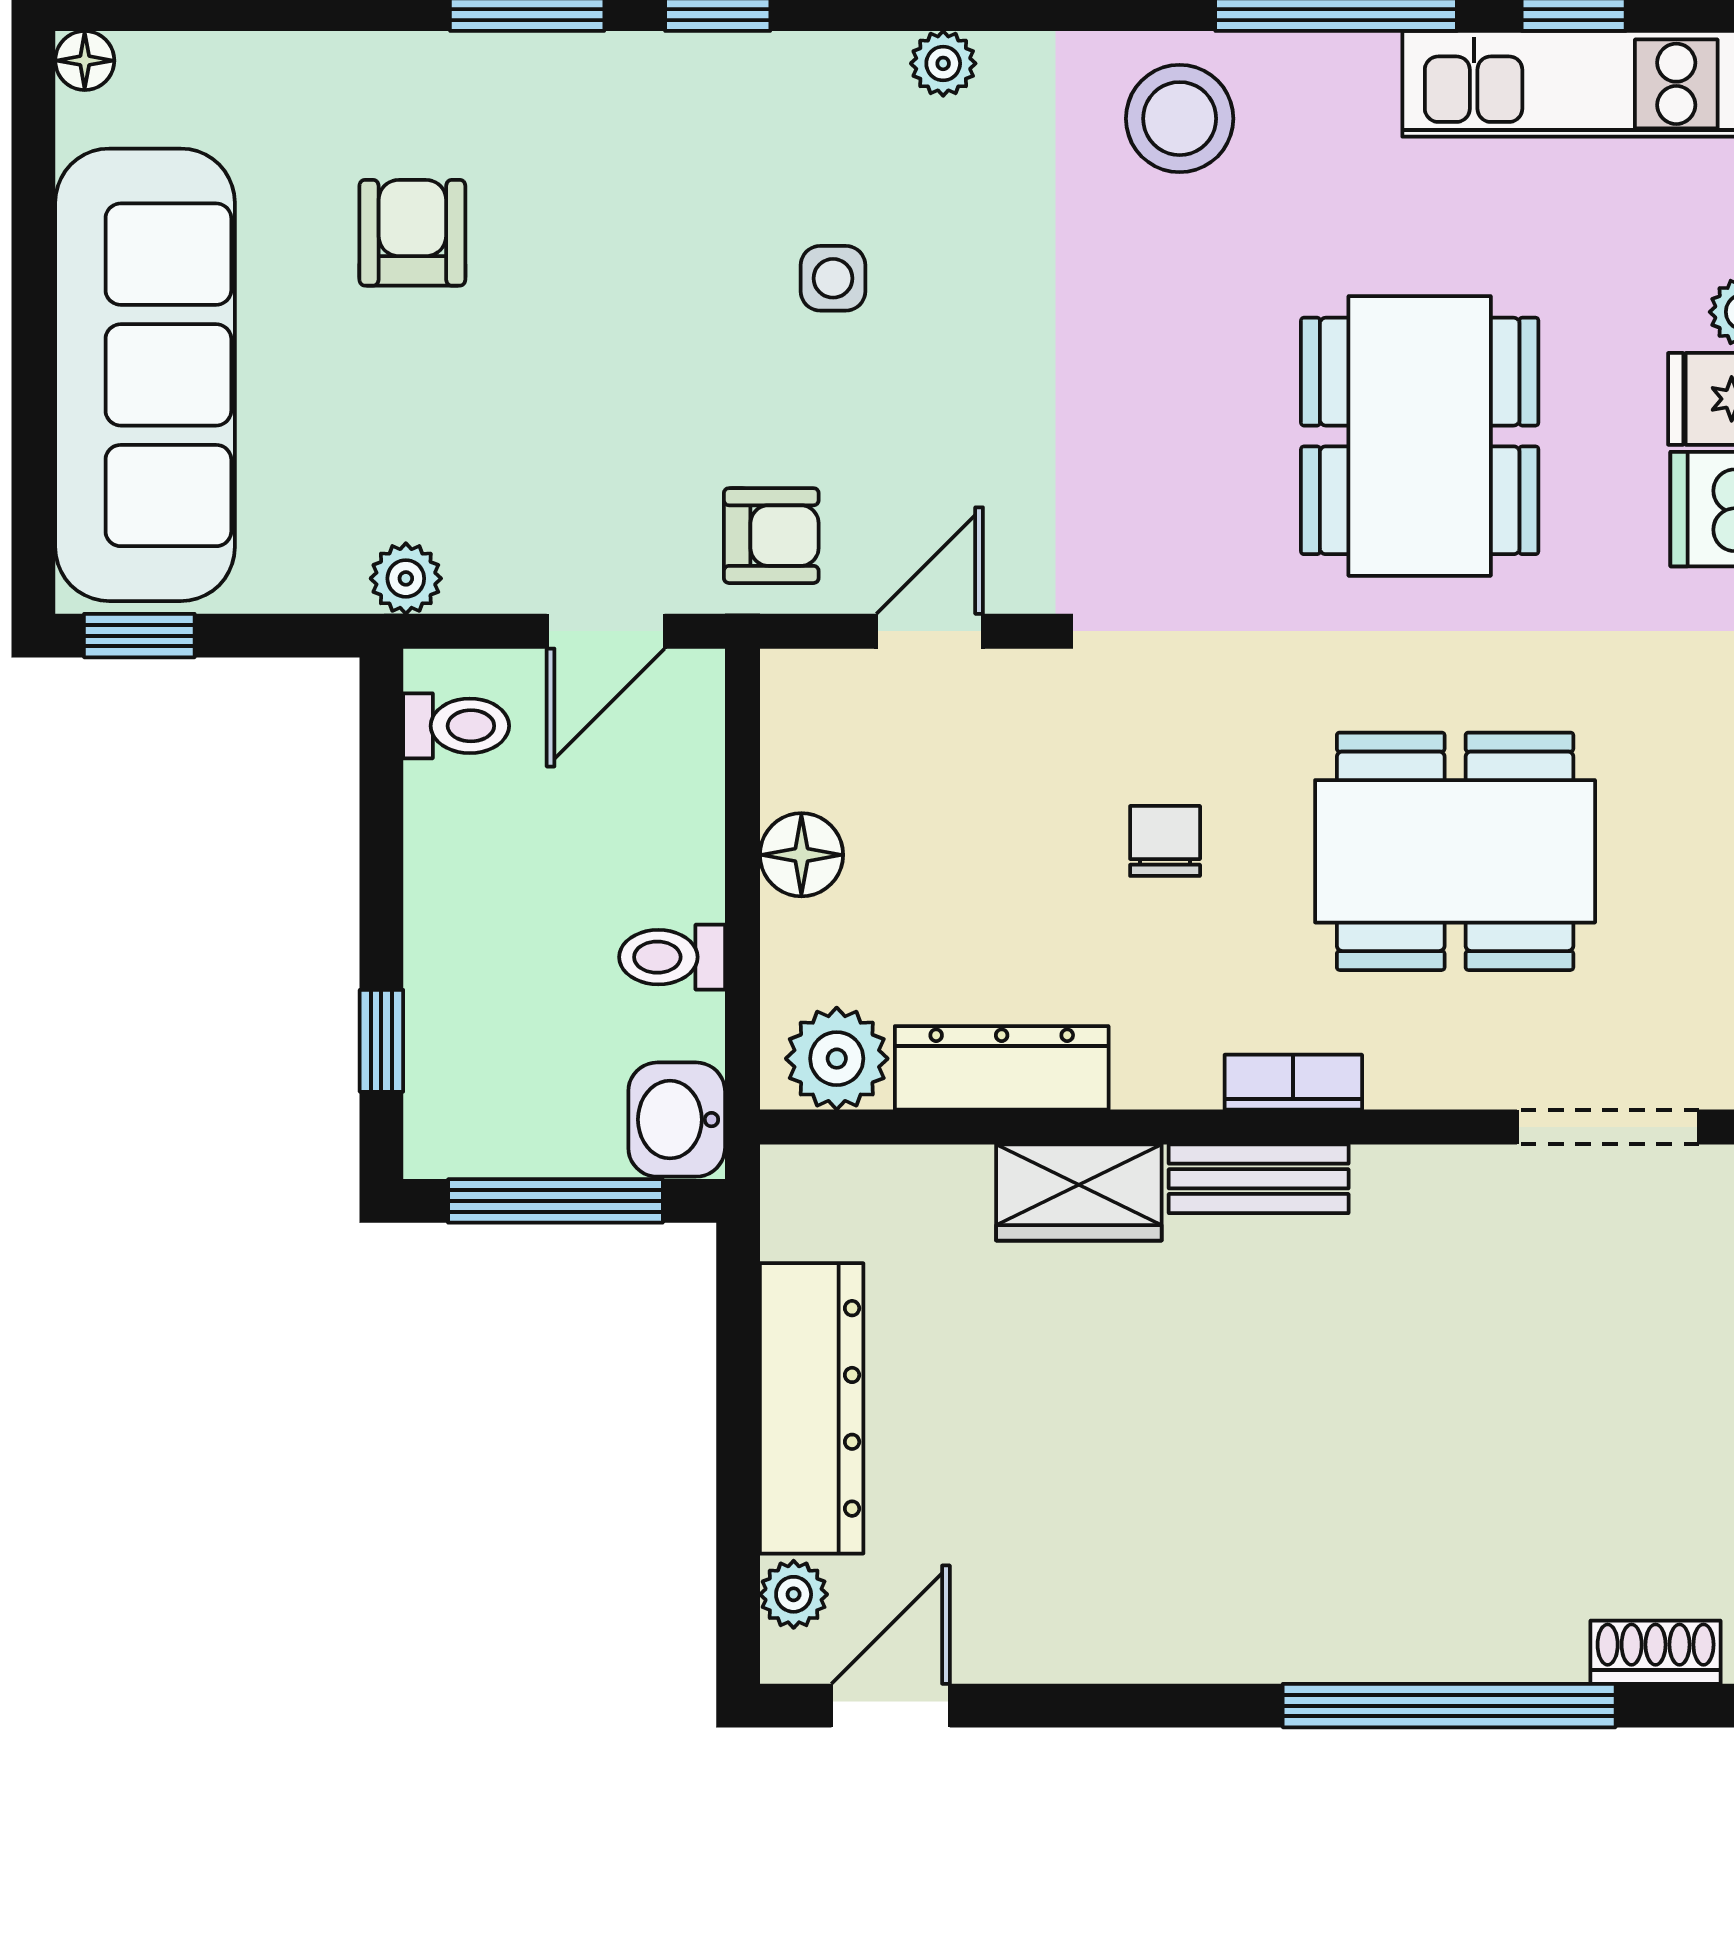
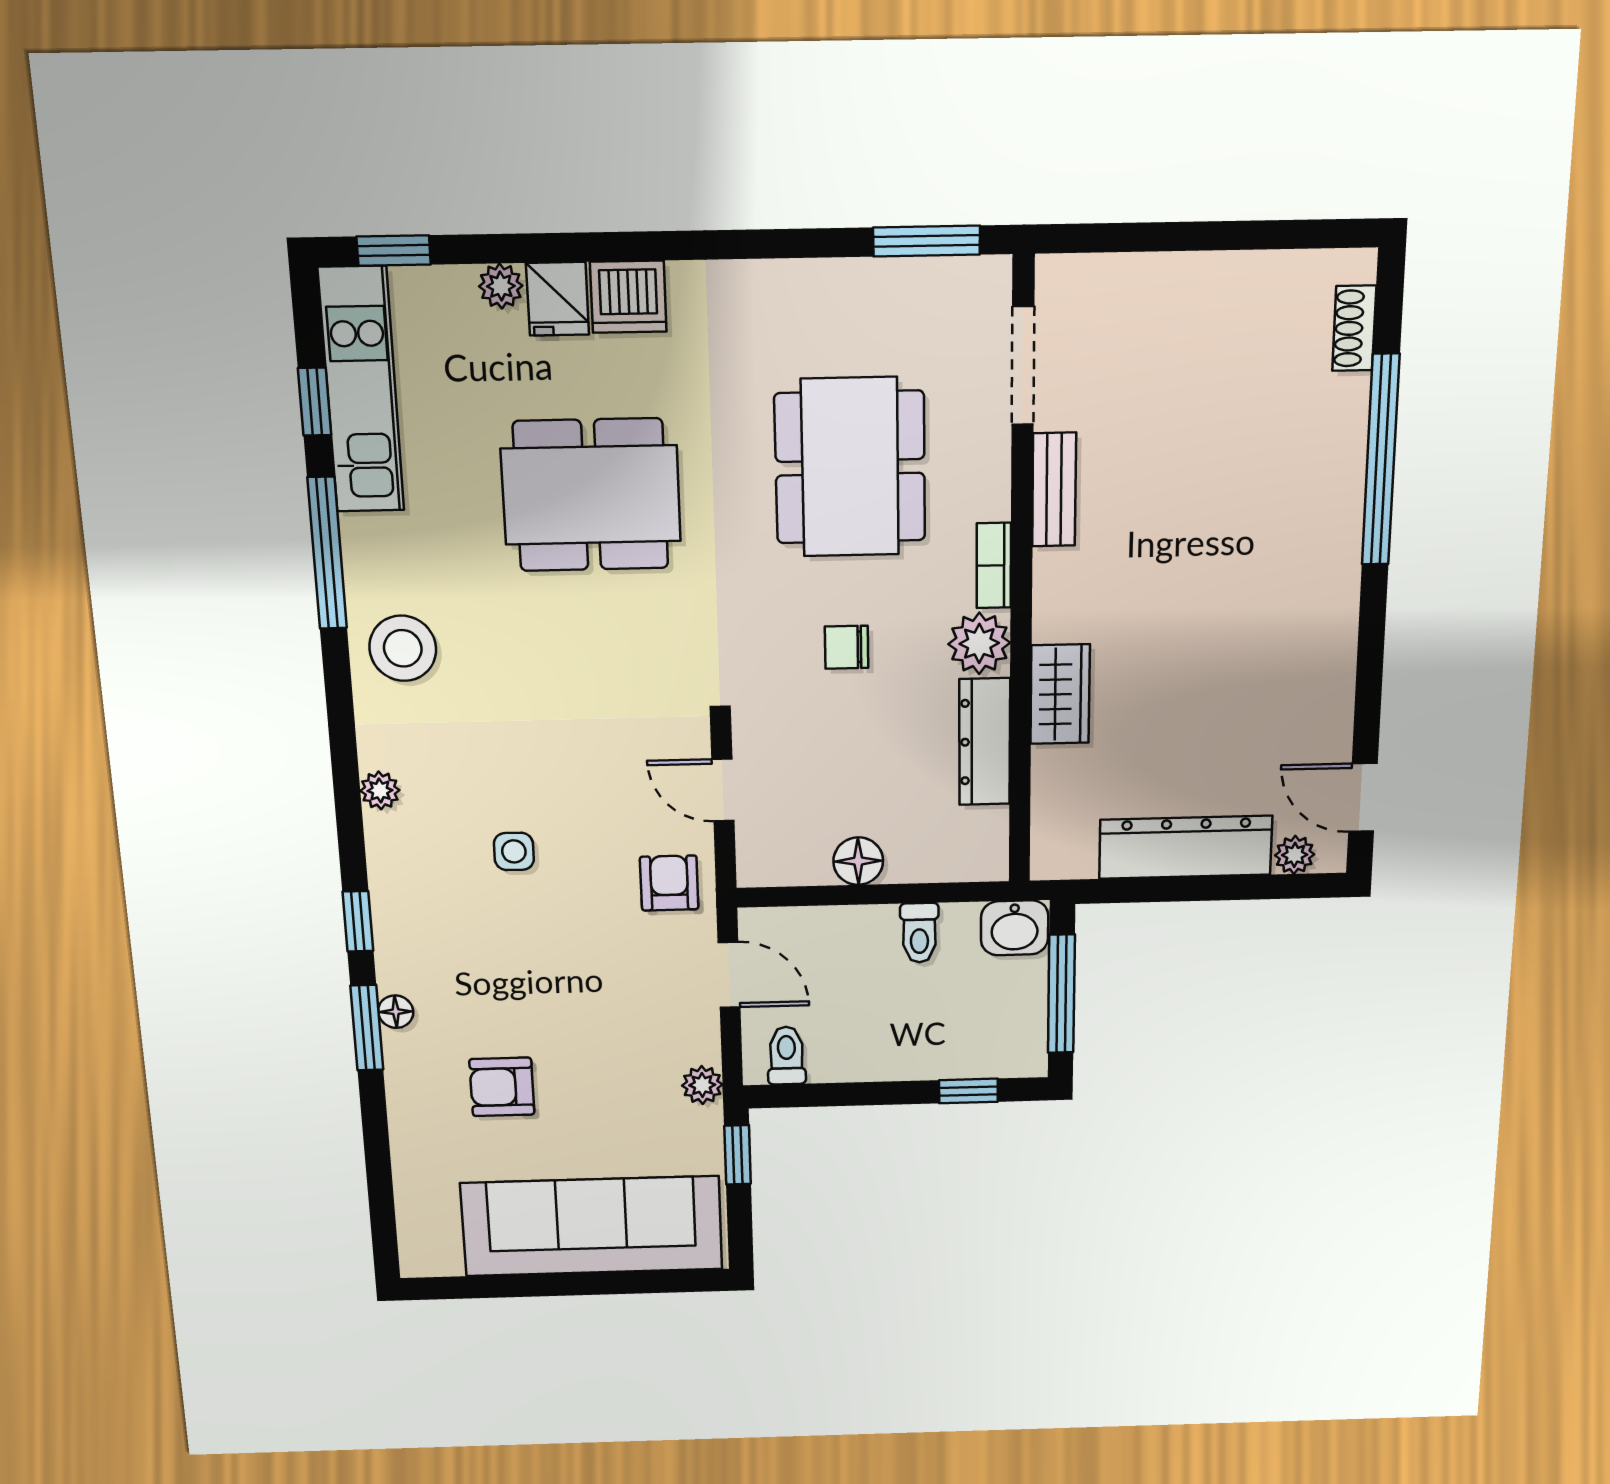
floor lamp: (85, 61) -> (396, 1012), moved
window: (139, 636) -> (737, 1155), moved
plant: (837, 1059) -> (979, 643), moved
bench: (1259, 1179) -> (1054, 490), moved

